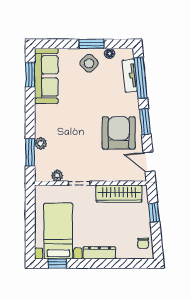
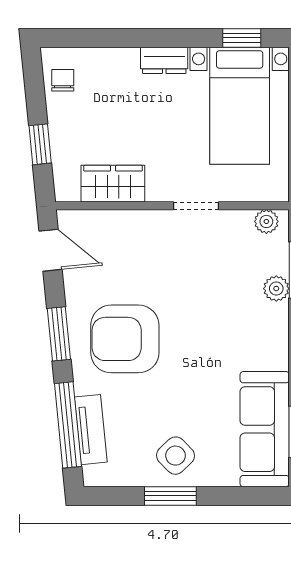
floor lamp: (110, 53) -> (133, 476), removed
armchair: (119, 133) -> (125, 339), moved, turned 90
plant: (57, 176) -> (266, 221), moved
wardrobe: (119, 194) -> (113, 184), width x0.67
dresser: (99, 253) -> (164, 60), width x0.70

